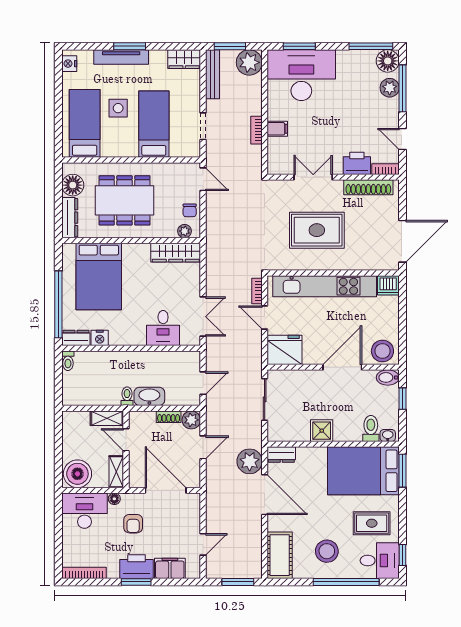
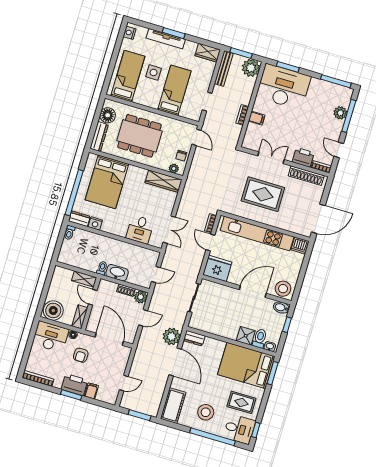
floor lamp: (388, 61) -> (344, 94), removed
shower: (322, 431) -> (246, 336), moved
filing cabinet: (170, 568) -> (91, 391), width x0.50

